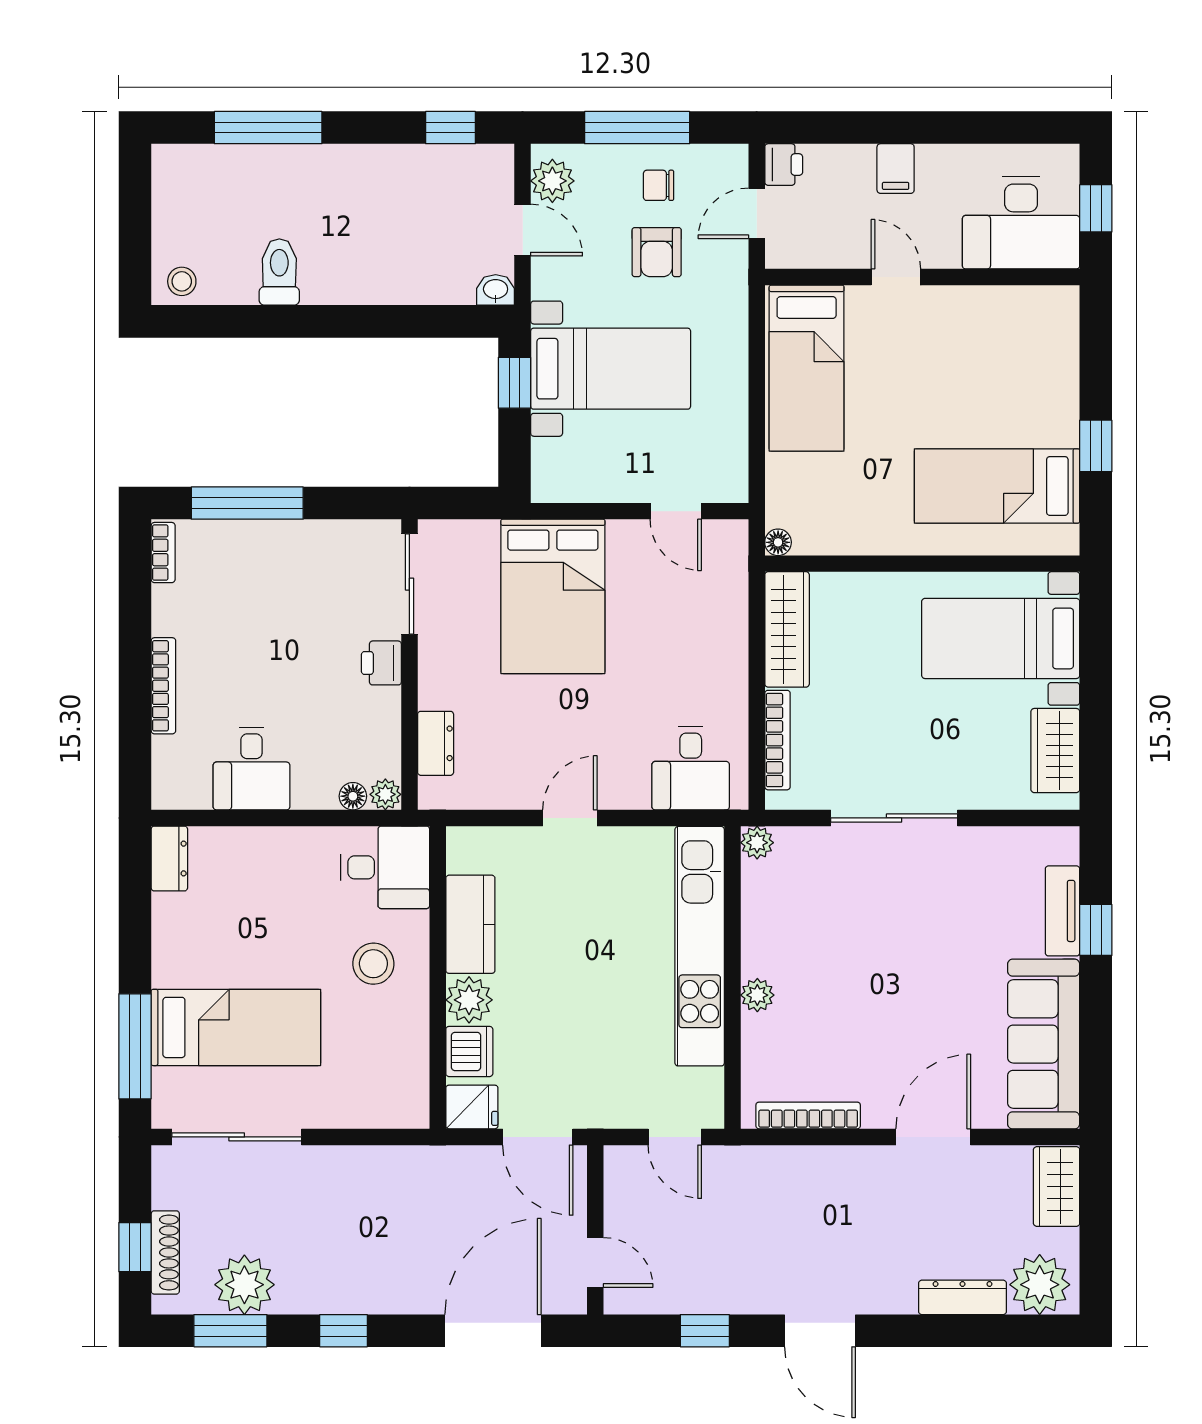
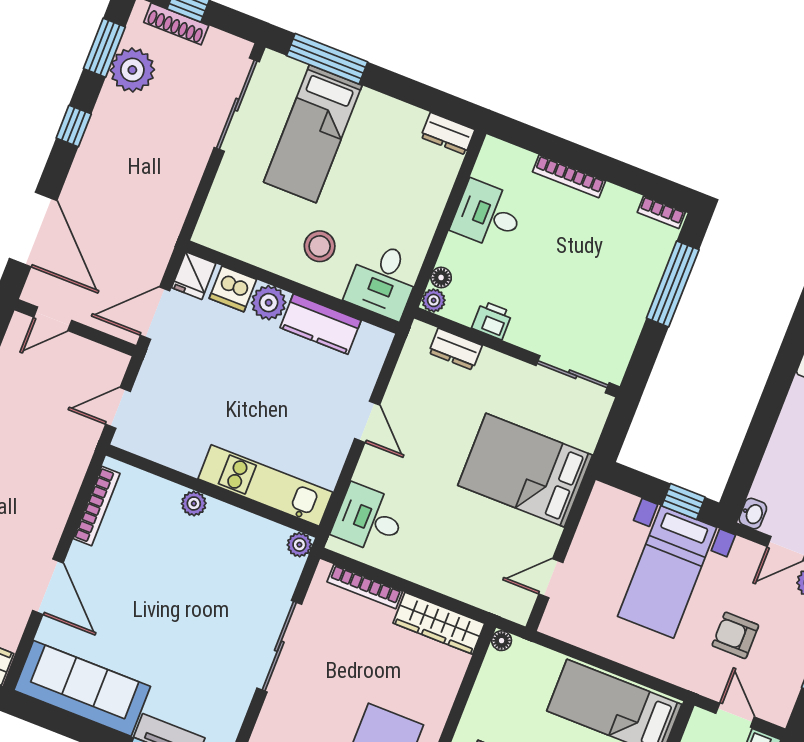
chair: (659, 185) -> (781, 655), removed
printer: (381, 663) -> (492, 320), moved
kitchen unit: (700, 946) -> (265, 485), width x0.73

